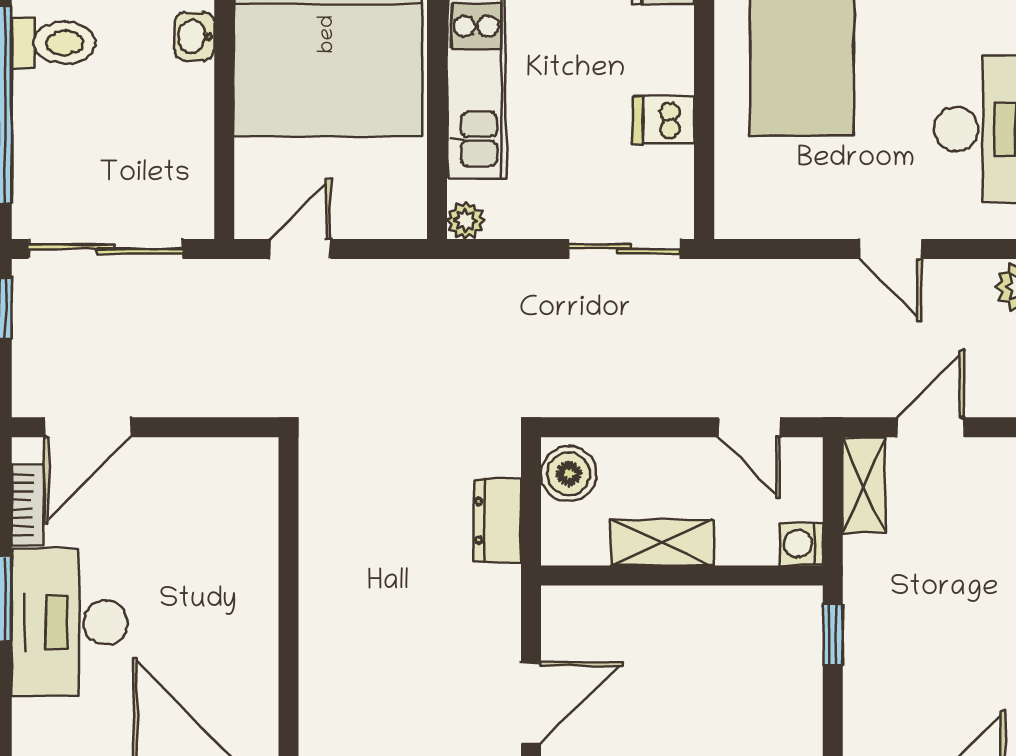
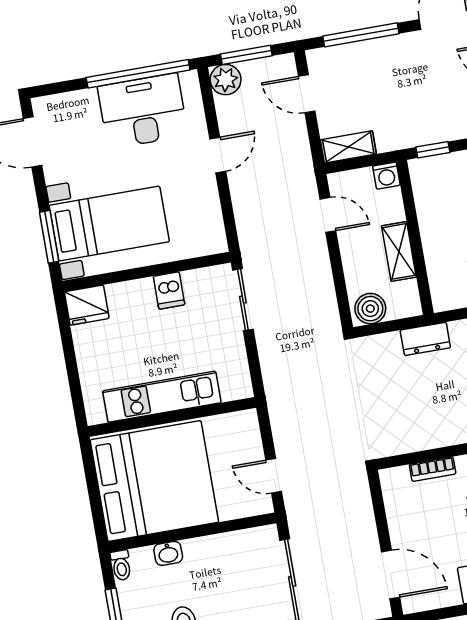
plant: (466, 220) -> (242, 389), removed
door: (749, 427) -> (328, 215), hinge flipped
door: (931, 427) -> (307, 94), moved
bookcase: (28, 505) -> (433, 469), moved, turned 180
dresser: (497, 521) -> (425, 339), moved

